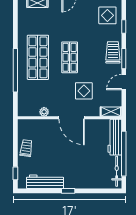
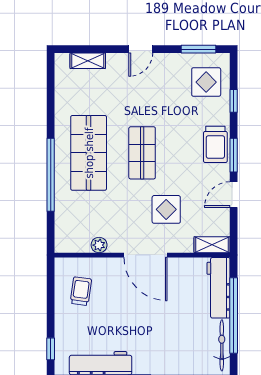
trolley: (113, 52) -> (215, 144), turned 180
trolley: (26, 148) -> (81, 291), moved

